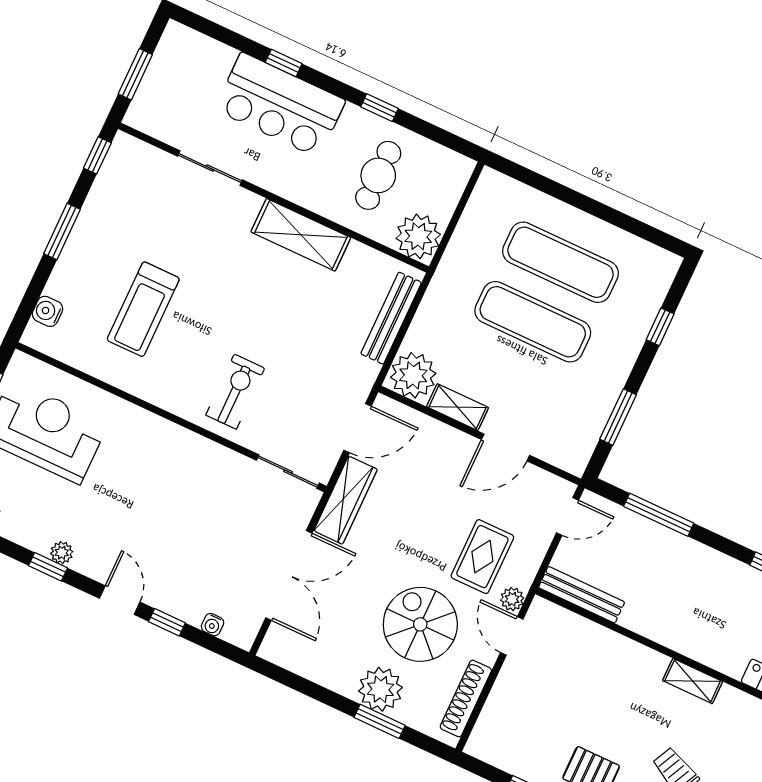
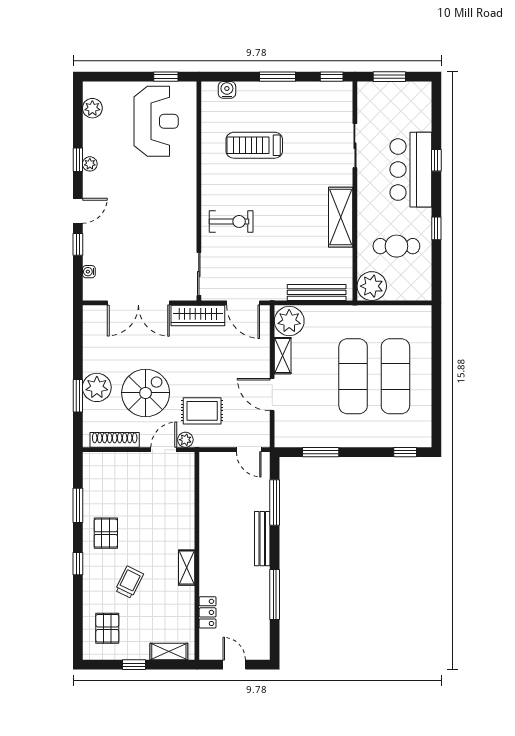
window: (660, 327) -> (405, 452), moved
bench: (582, 595) -> (262, 539), moved

